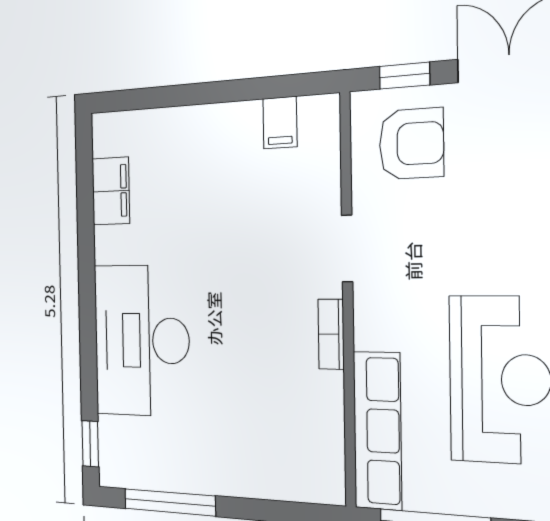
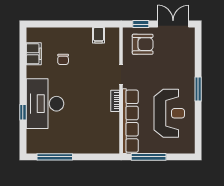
chair: (185, 205) -> (63, 59), added
row of seats: (377, 431) -> (130, 121), width x1.36
window: (90, 444) -> (23, 112), moved

